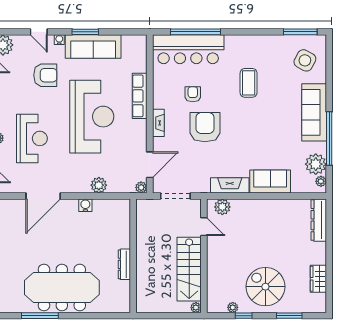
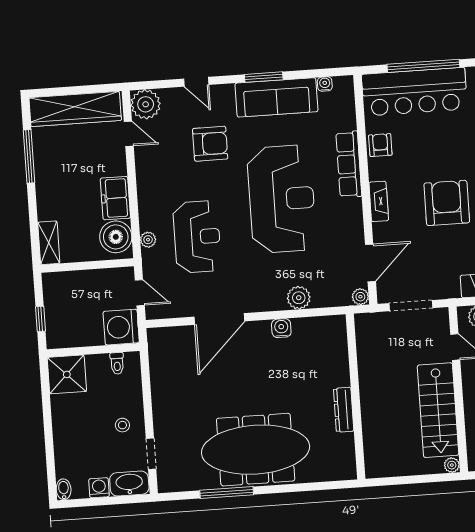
water cooler: (59, 40) -> (325, 84), moved
armchair: (193, 94) -> (380, 145), moved

